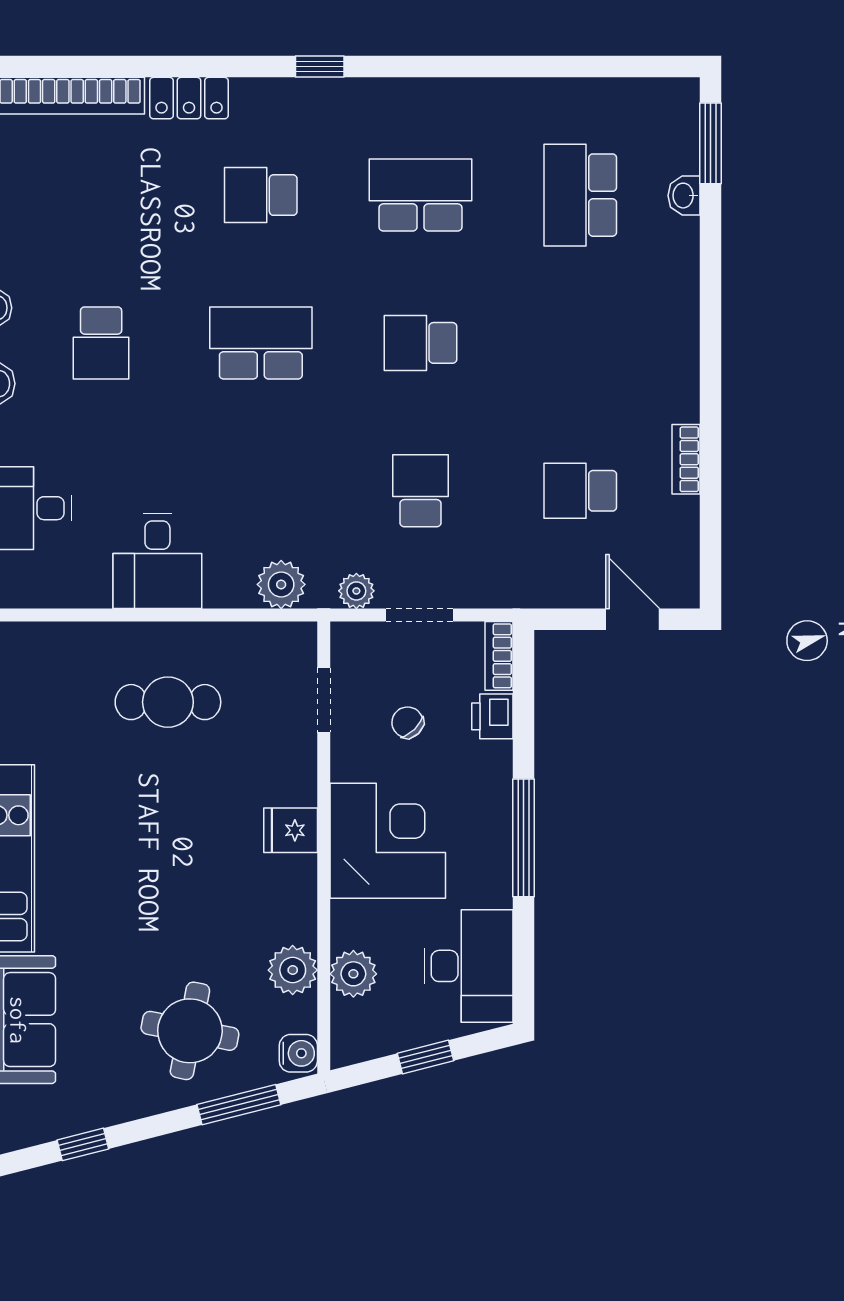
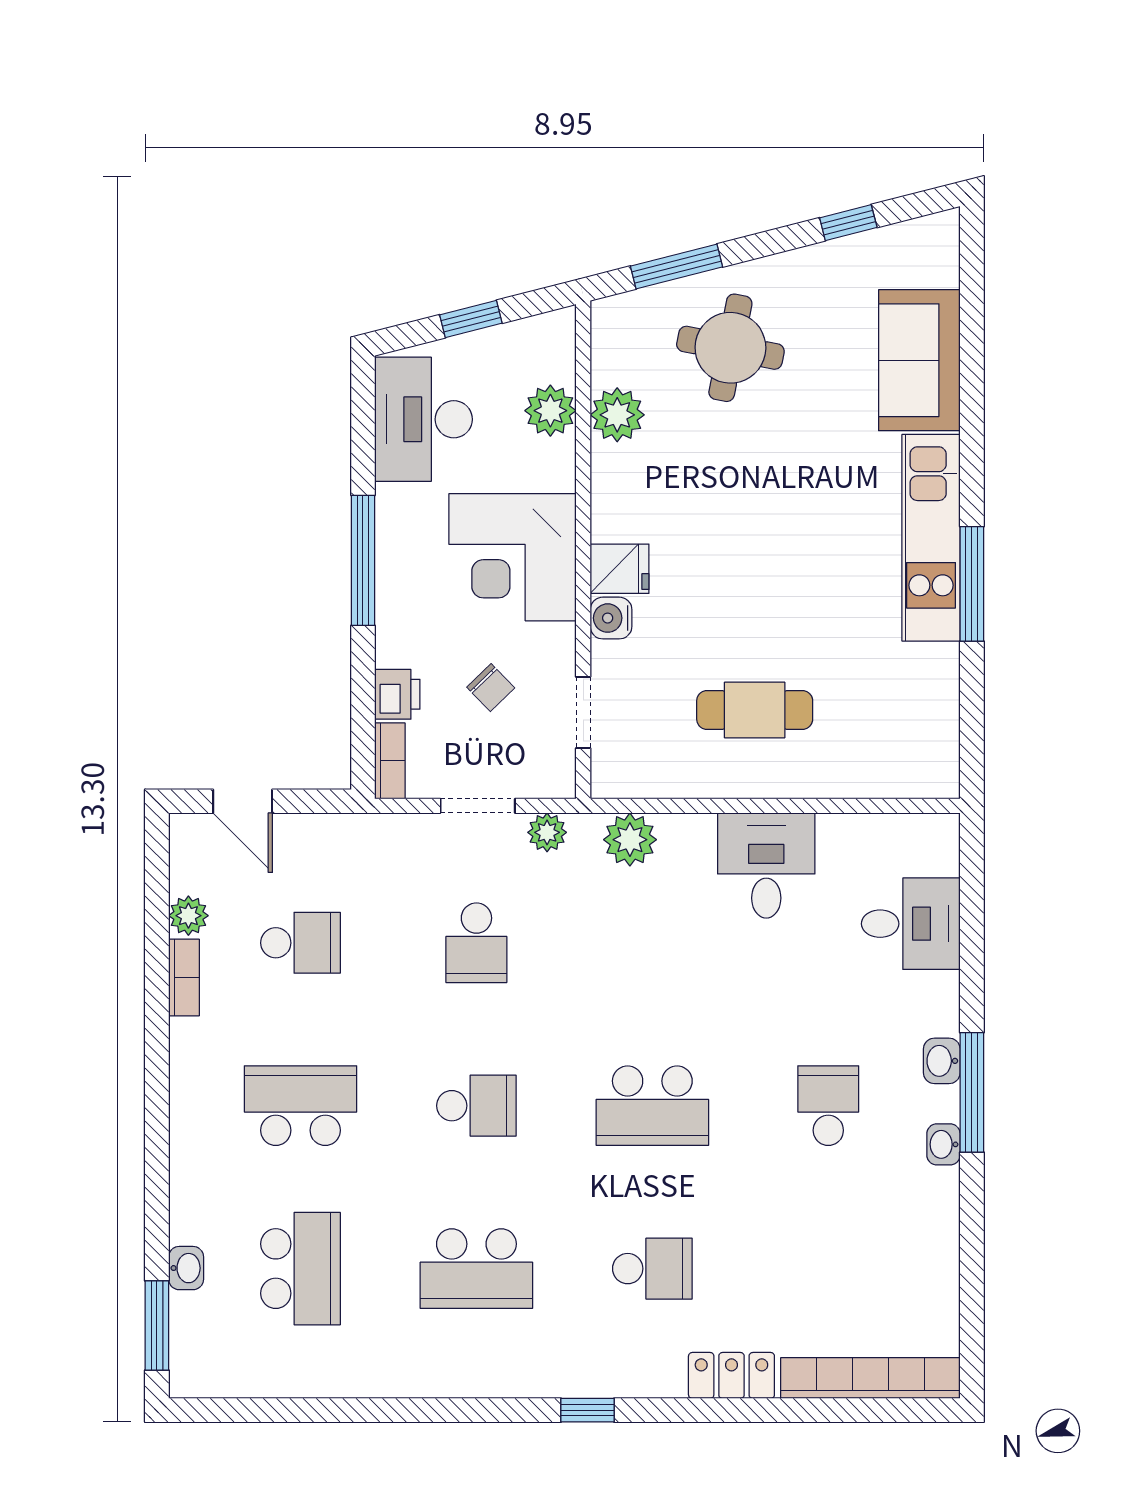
school desk: (580, 343) -> (300, 1106), added
plant: (682, 515) -> (188, 916), added
water cooler: (298, 1053) -> (611, 618), moved

